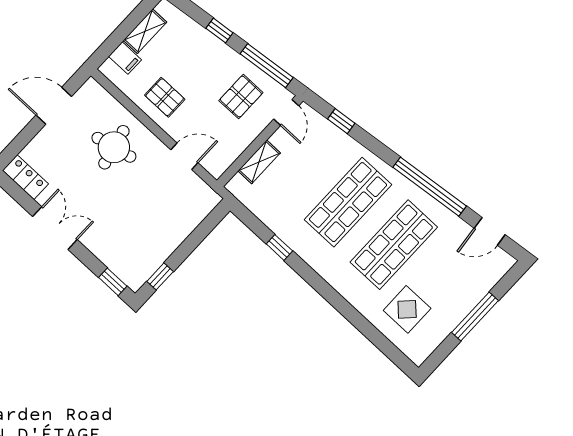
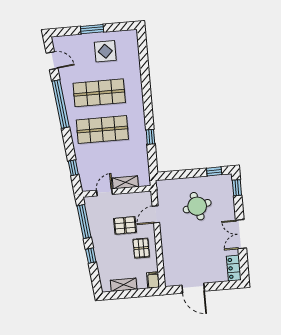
filing cabinet: (125, 58) -> (153, 280), moved
pallet: (241, 97) -> (125, 225), moved
door: (286, 112) -> (105, 192), moved
round table: (114, 147) -> (197, 206), moved
door: (184, 156) -> (156, 214), hinge flipped
display table: (407, 309) -> (105, 51), moved
window: (475, 317) -> (92, 29), width x0.69

